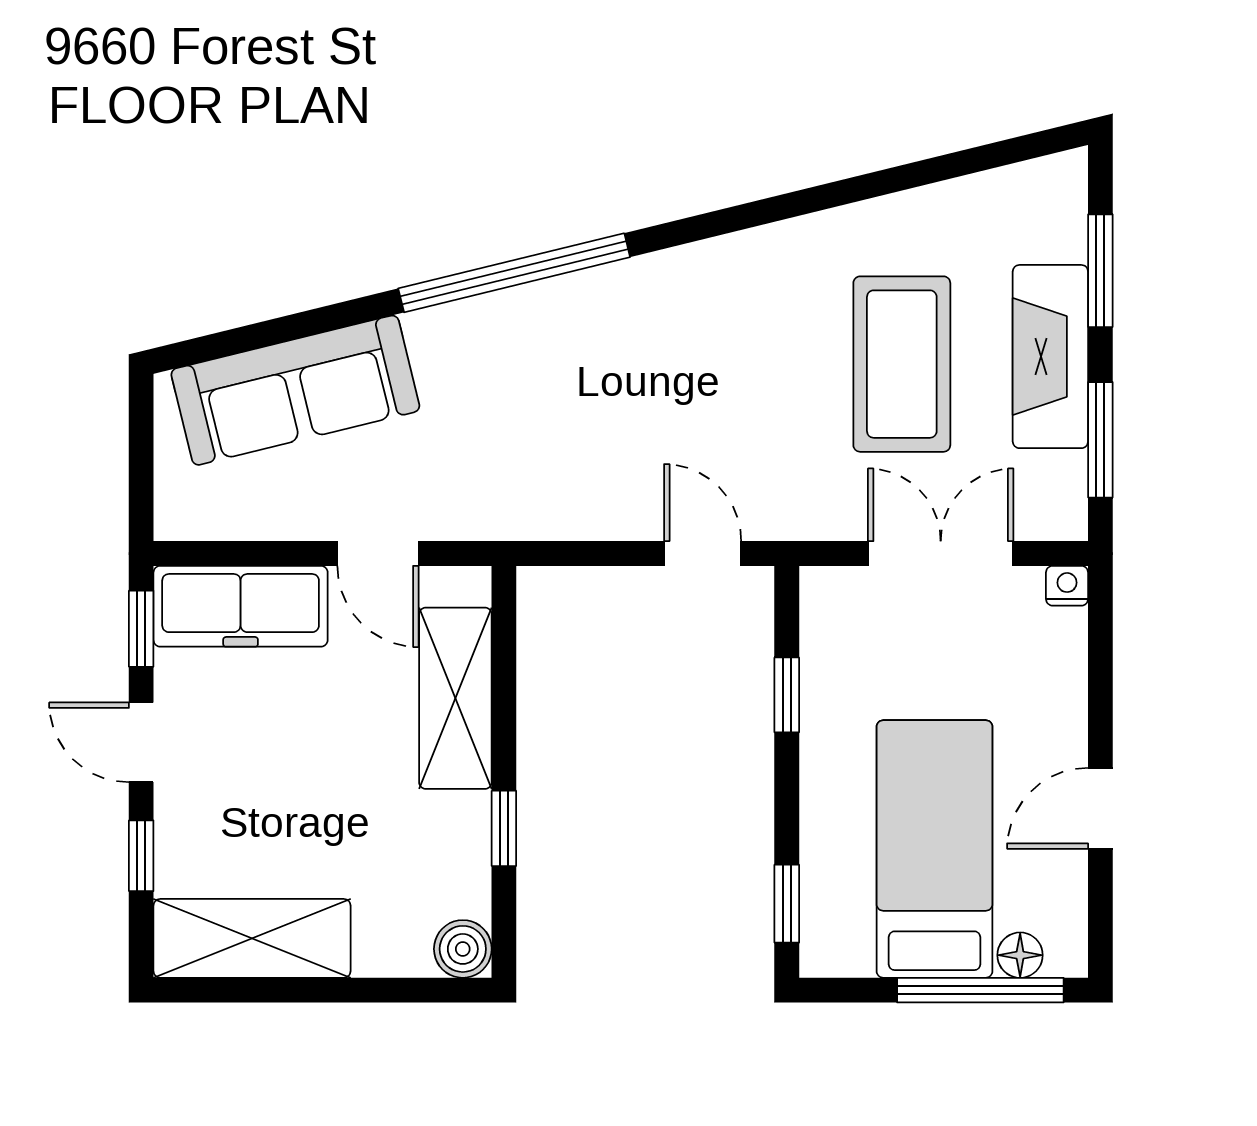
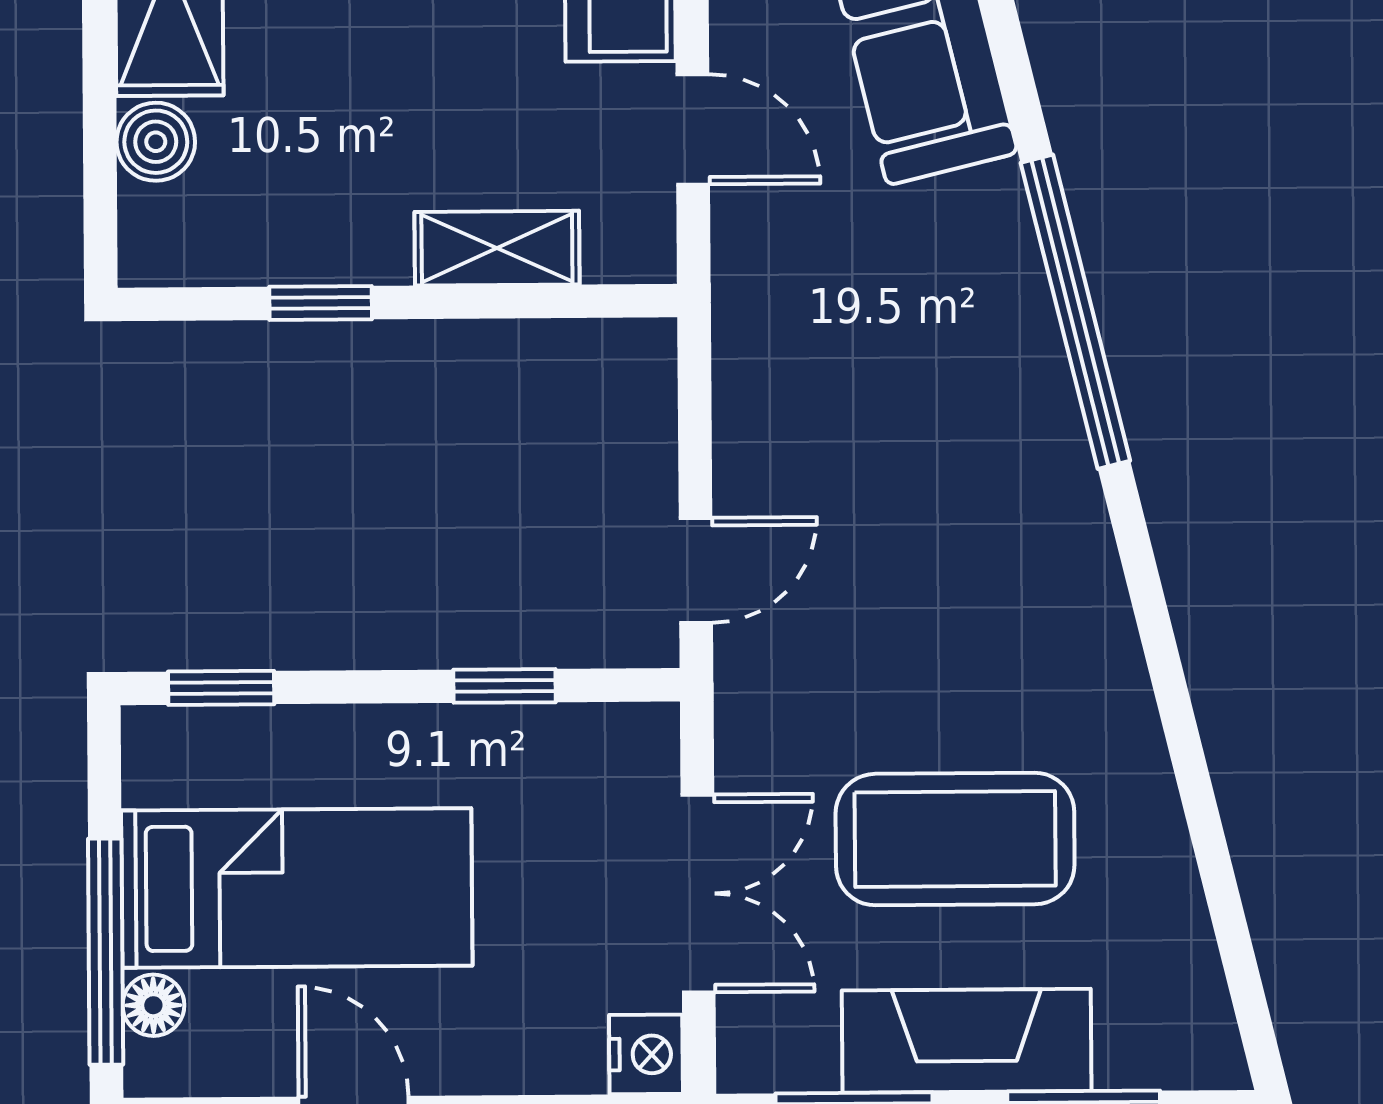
door: (378, 554) -> (693, 129), swing flipped
nightstand: (1067, 586) -> (646, 1054), width x1.39, depth x1.35
shelving: (455, 698) -> (497, 248), width x0.67, depth x0.75
boiler: (463, 949) -> (156, 142), moved

